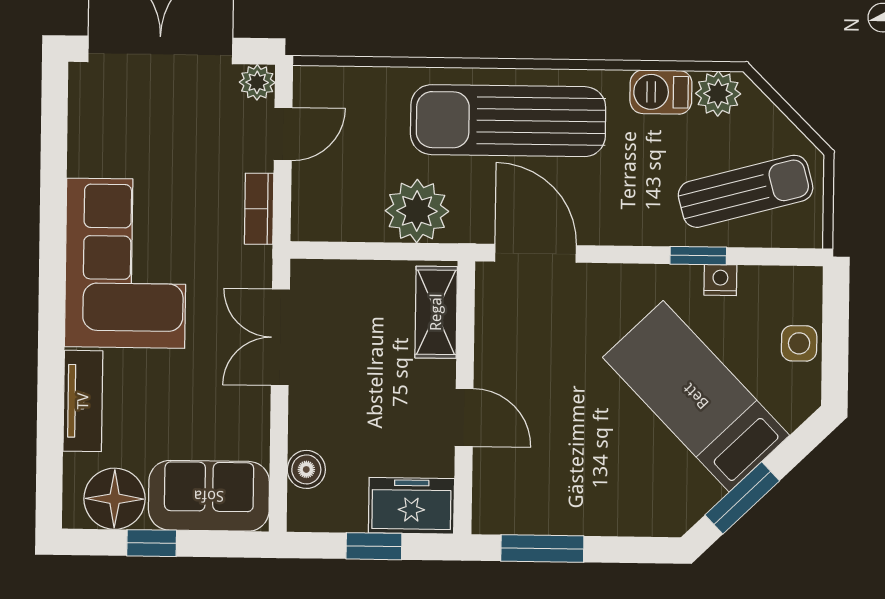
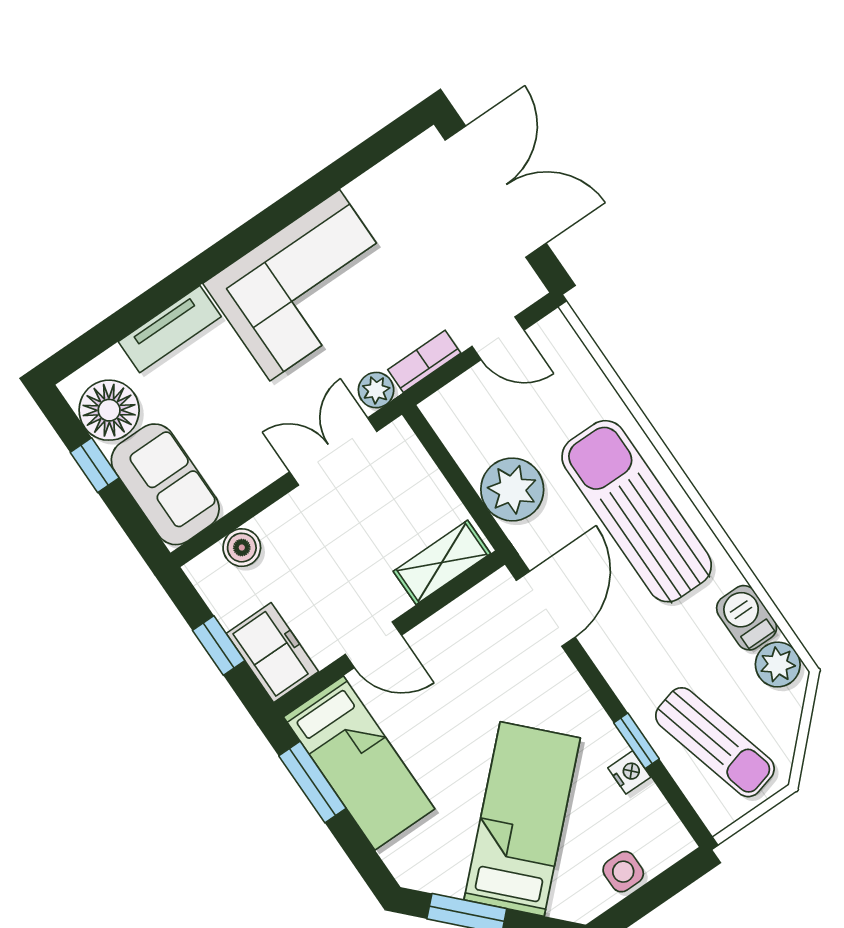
plant: (257, 82) -> (376, 390), moved
door: (464, 417) -> (373, 645), hinge flipped
bed: (554, 499) -> (359, 763), added

